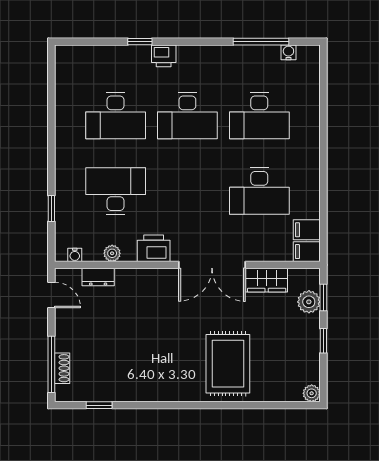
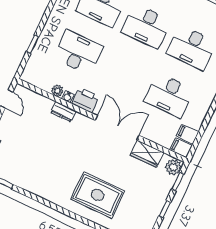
water cooler: (75, 255) -> (68, 97), moved
double door: (212, 265) -> (117, 128), swing flipped
dresser: (98, 277) -> (63, 112), moved
plant: (309, 302) -> (173, 167), moved
rug: (228, 364) -> (98, 195), turned 90

